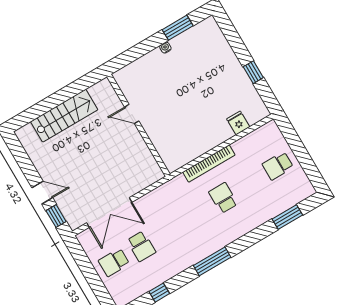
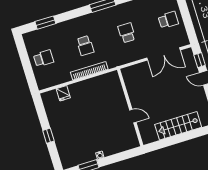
window: (253, 72) -> (48, 136), moved
double door: (109, 213) -> (164, 54), swing flipped
school desk: (141, 246) -> (127, 33), moved

